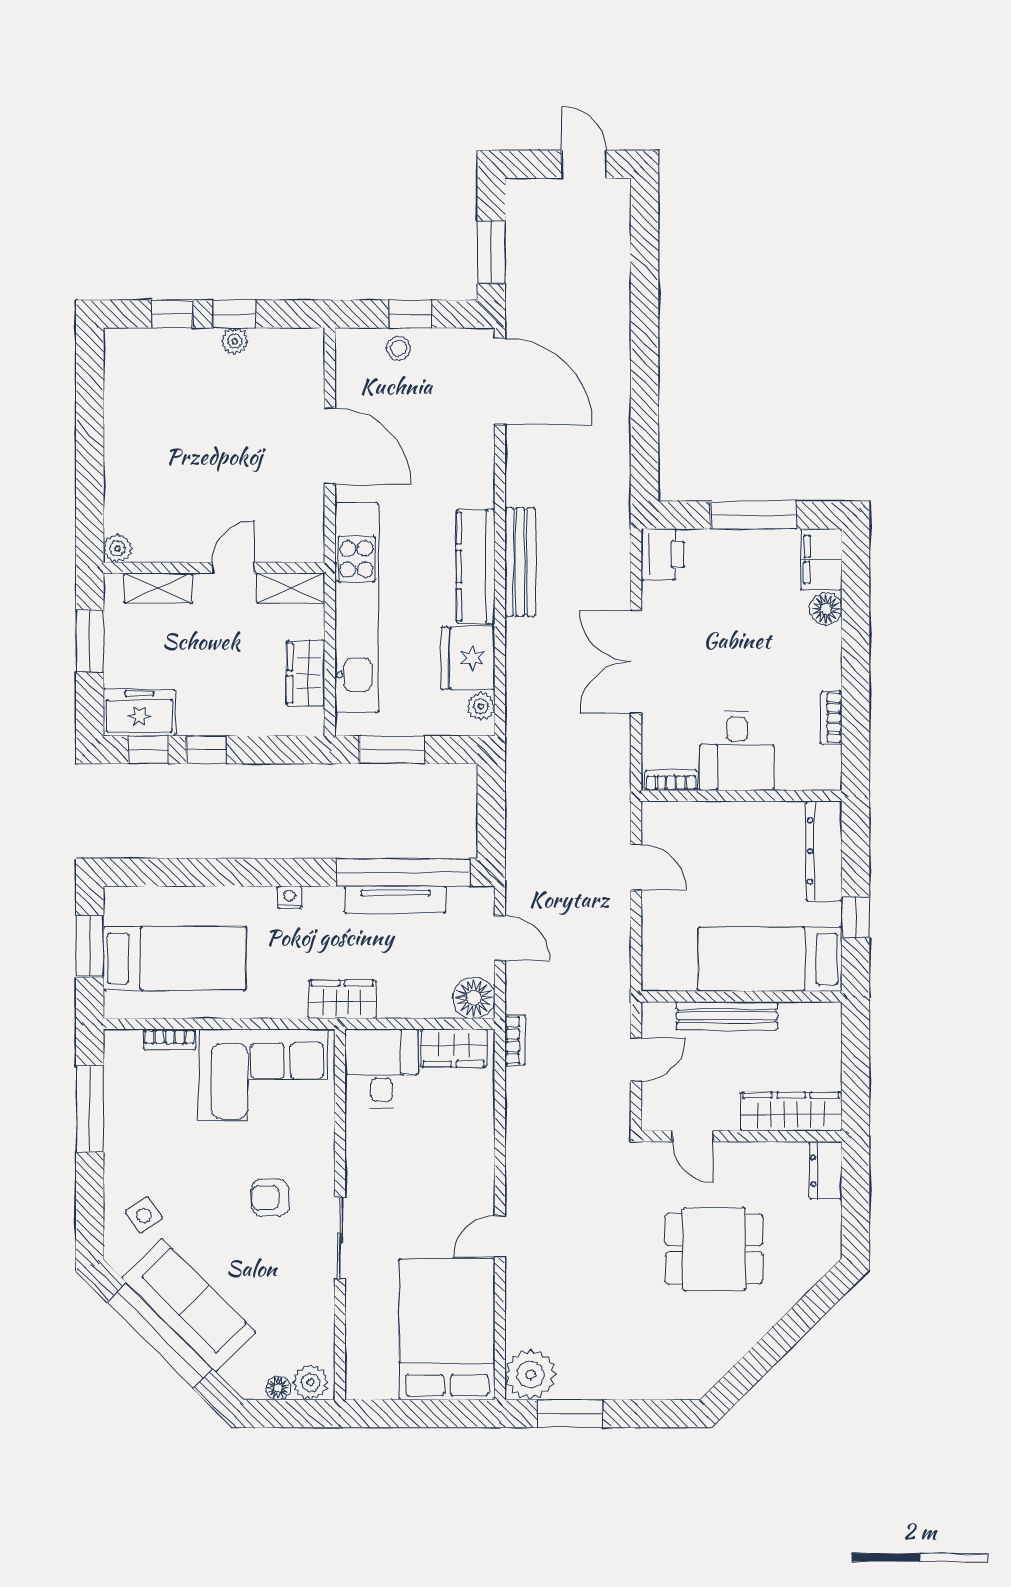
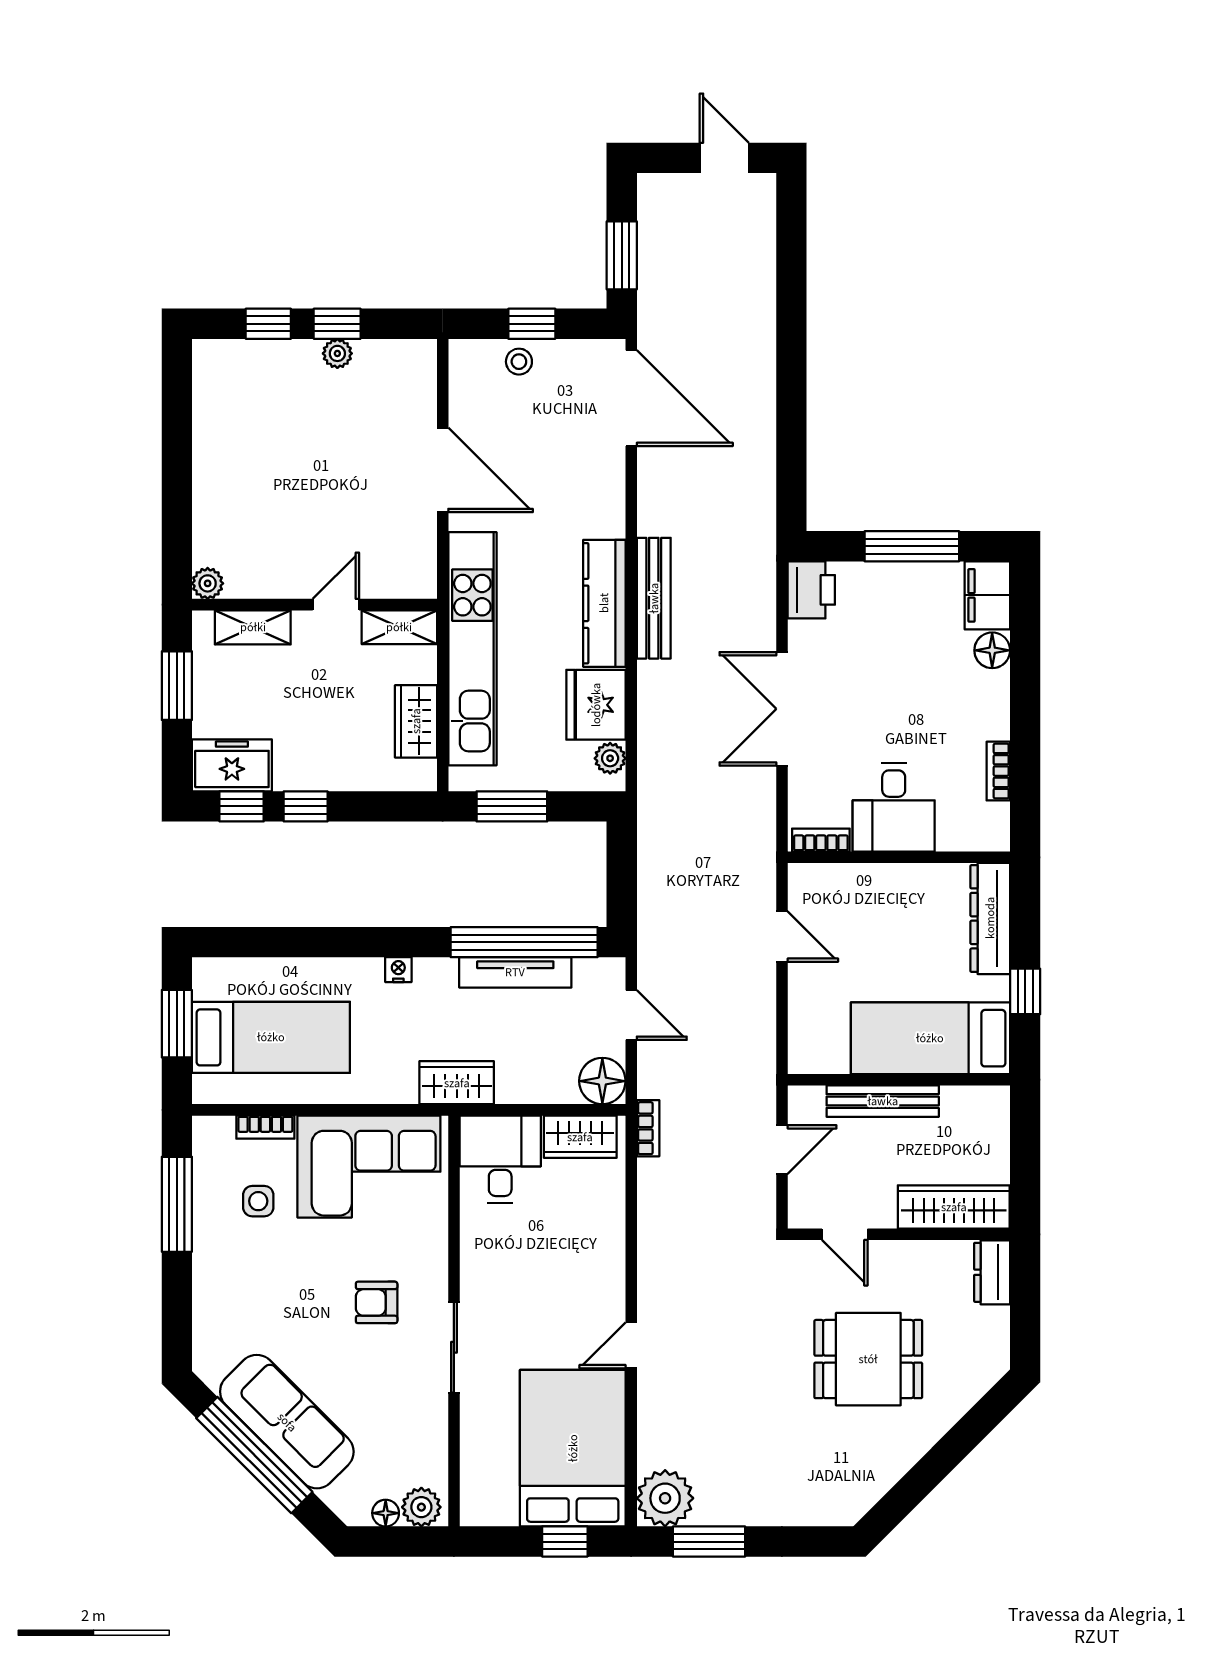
side table: (144, 1215) -> (258, 1201), moved, turned 35
window: (440, 1414) -> (565, 1542), added

